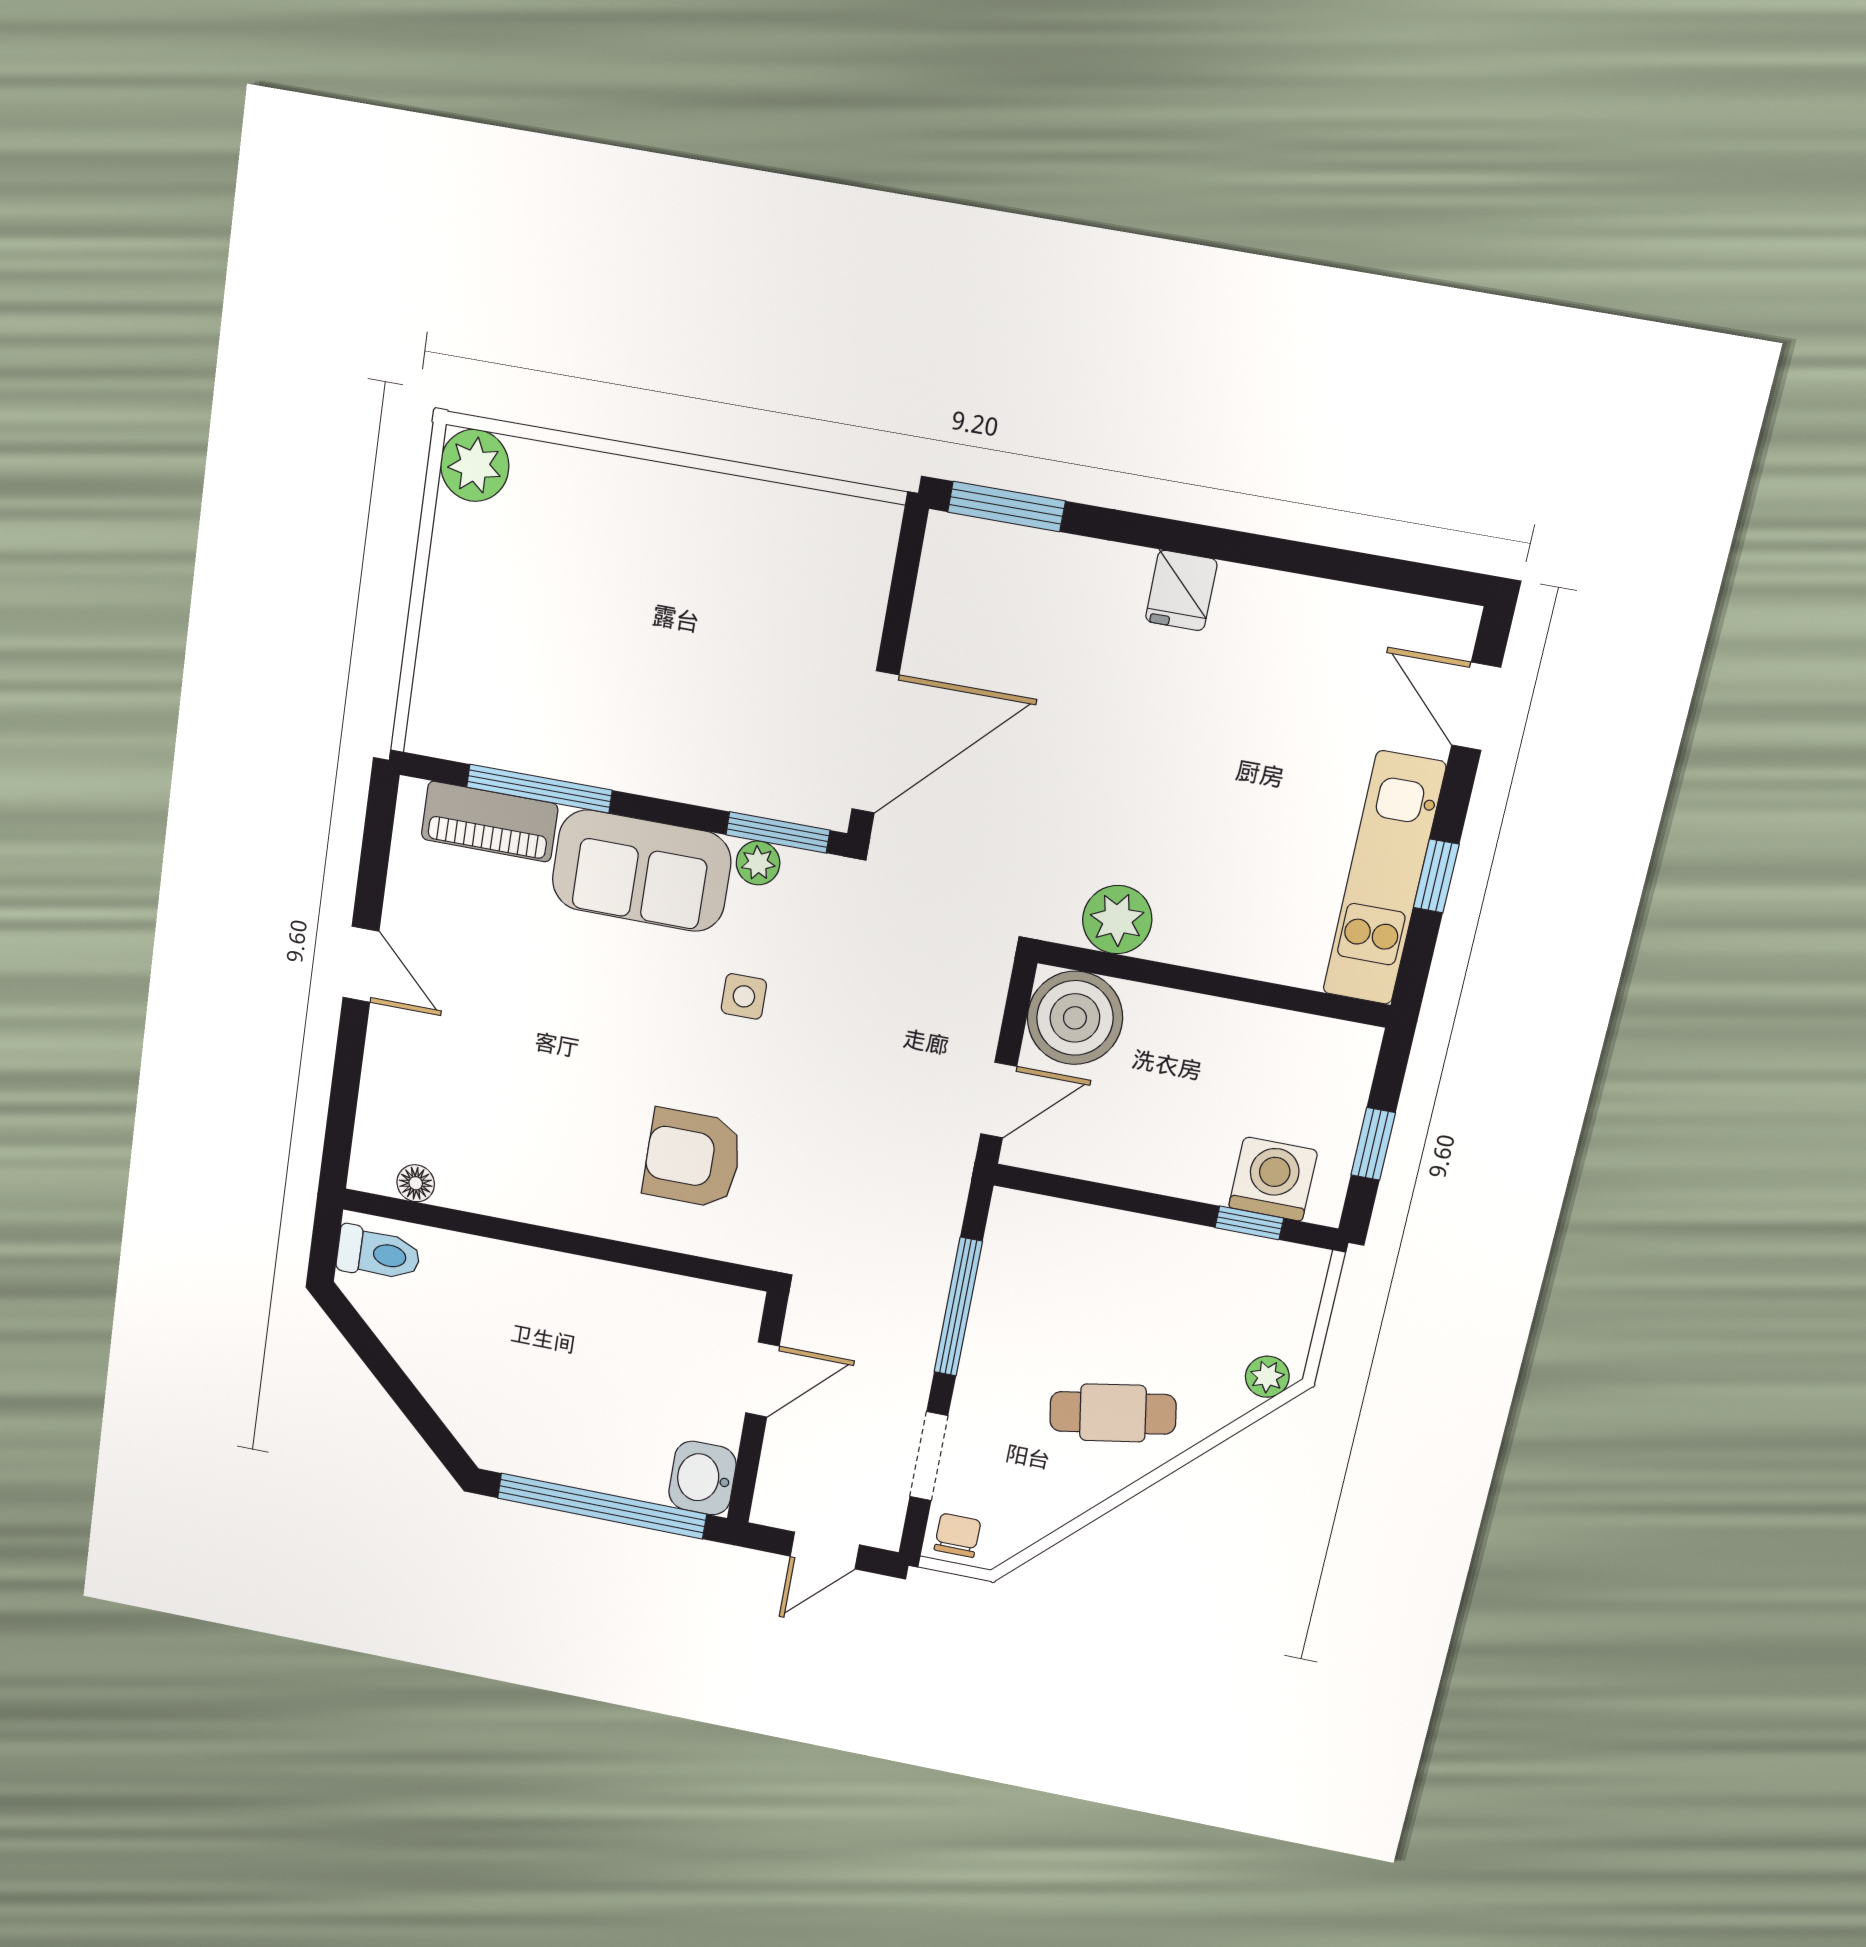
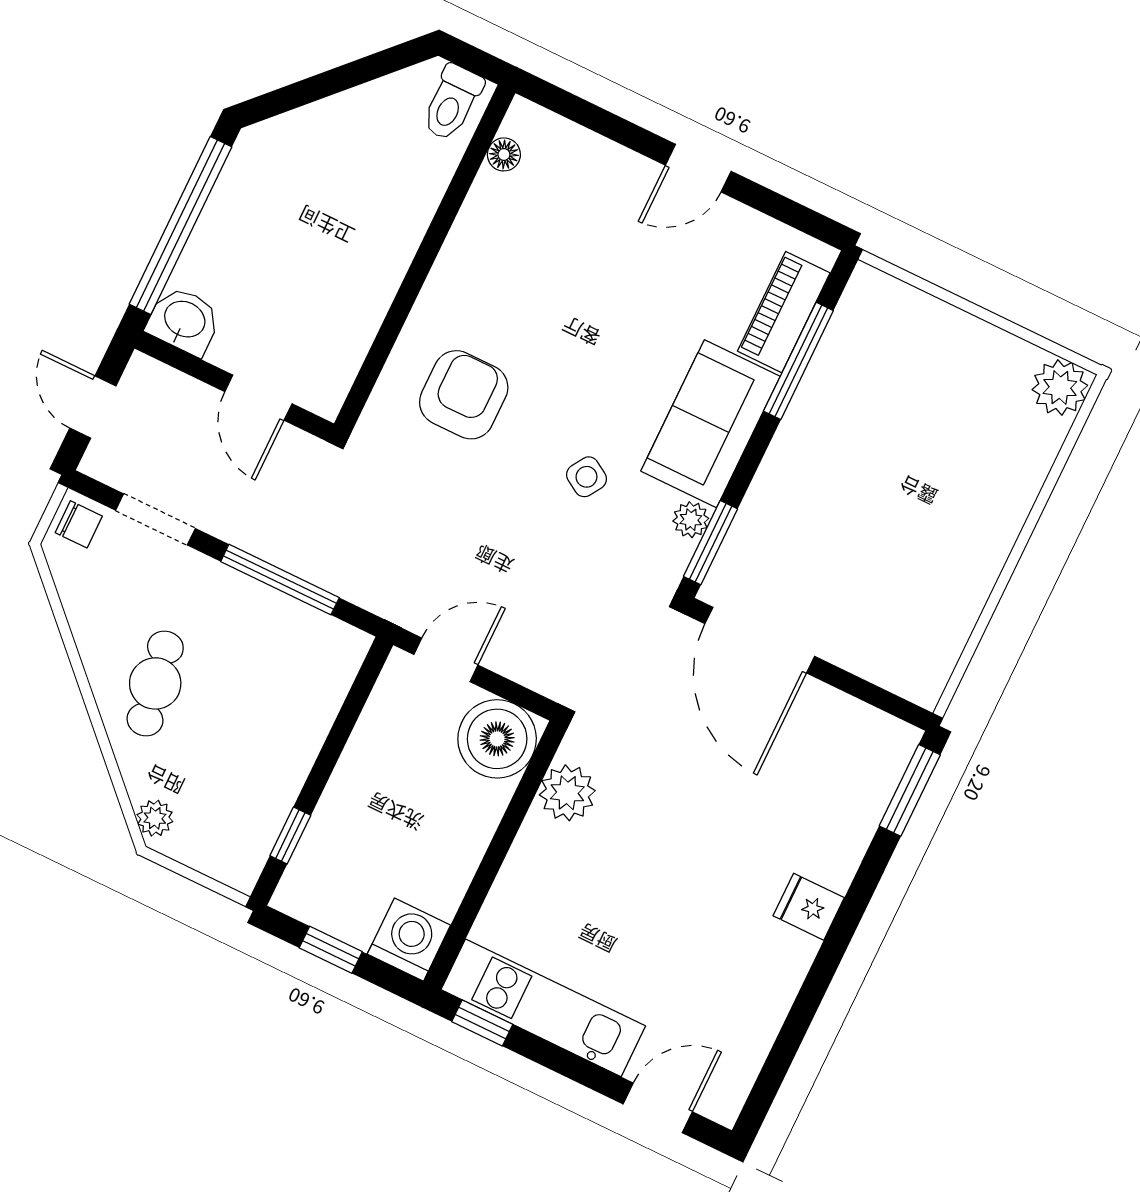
window: (1436, 876) -> (482, 1023), moved
side table: (744, 996) -> (586, 477), turned 32
door: (999, 1100) -> (446, 660), swing flipped
washing machine: (1273, 1179) -> (409, 940), moved, turned -90

